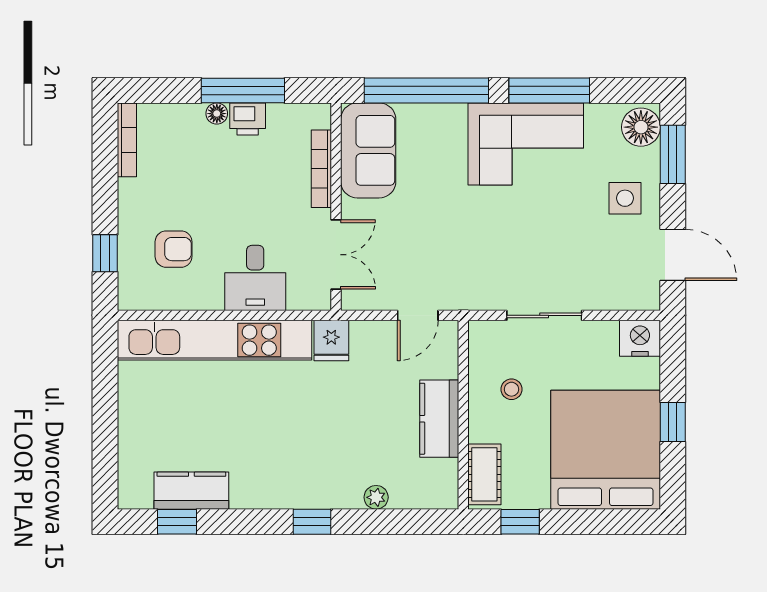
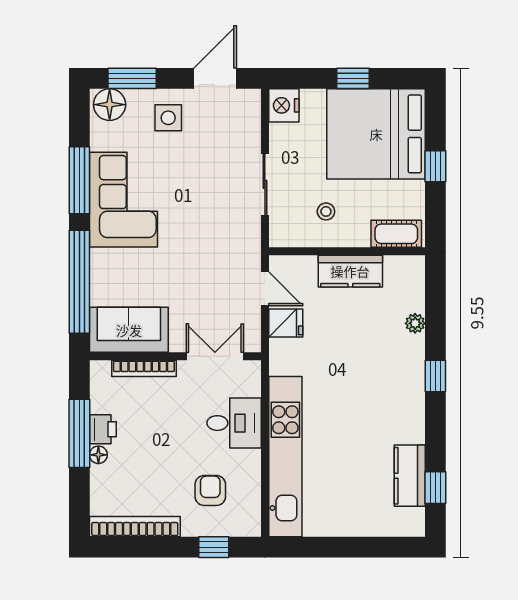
bookcase: (127, 140) -> (135, 527), width x1.48, depth x1.31
fridge: (331, 340) -> (286, 323), moved
window: (520, 522) -> (435, 166), moved

